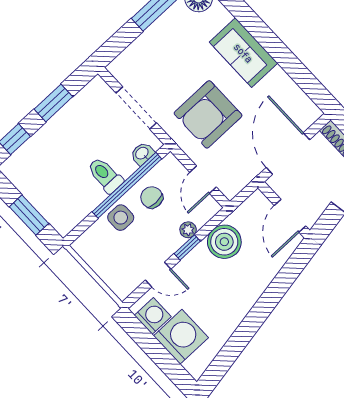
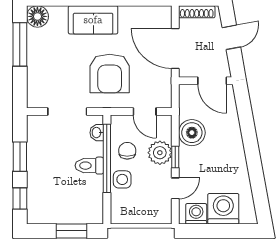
chair: (152, 197) -> (127, 151), turned 90
plant: (188, 230) -> (160, 153), width x1.87, depth x1.87

